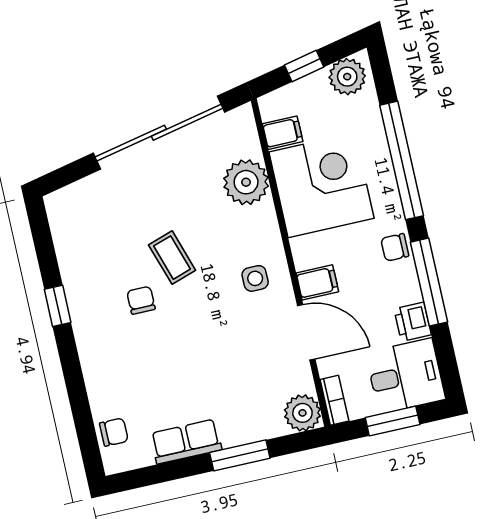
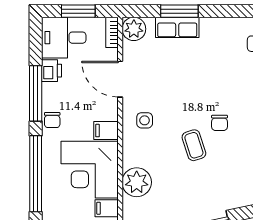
chair: (395, 247) -> (52, 120), turned 90
filing cabinet: (317, 282) -> (106, 131), moved
row of seats: (186, 442) -> (177, 27), moved

